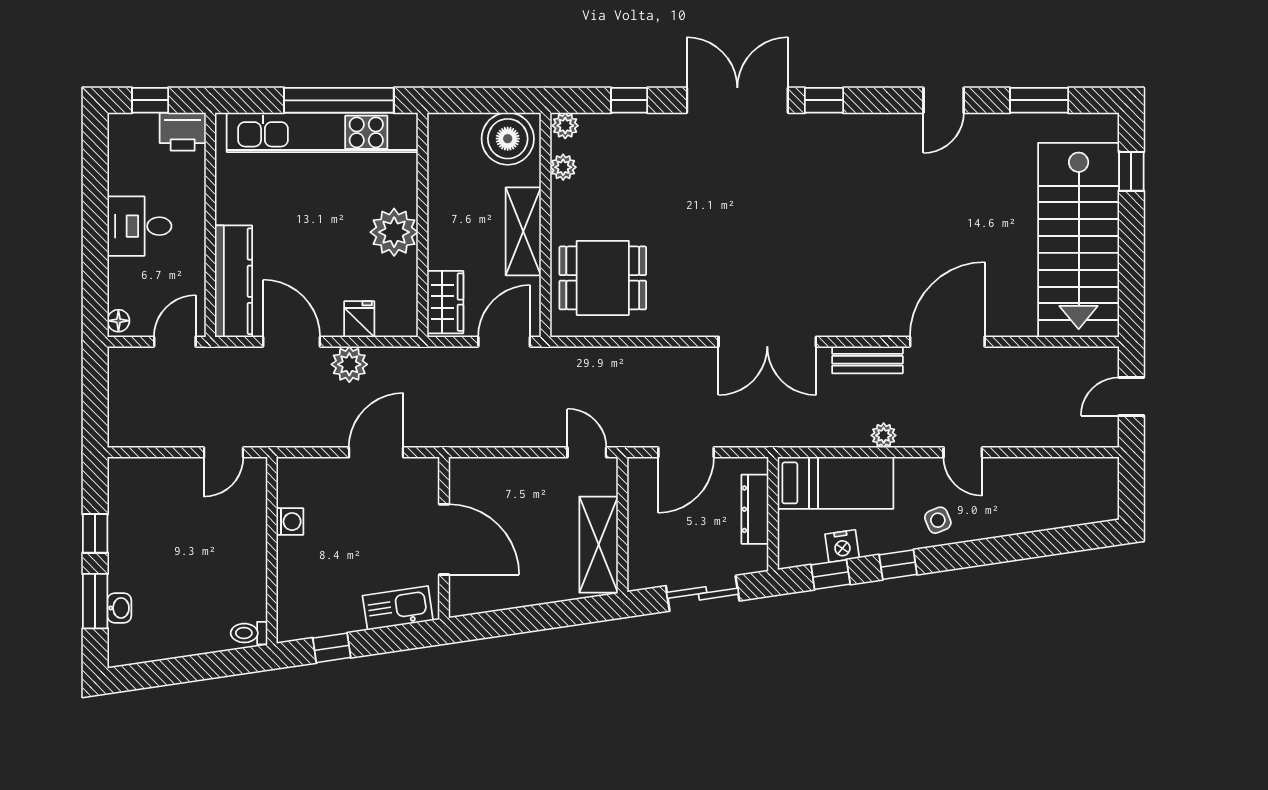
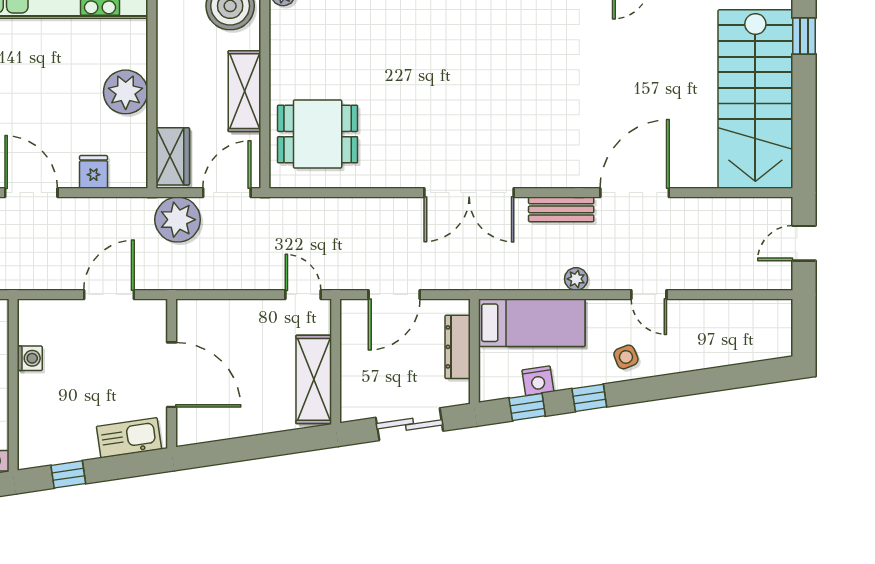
plant: (563, 167) -> (281, 32), removed
plant: (349, 364) -> (178, 220), moved, width x1.36, depth x1.36

